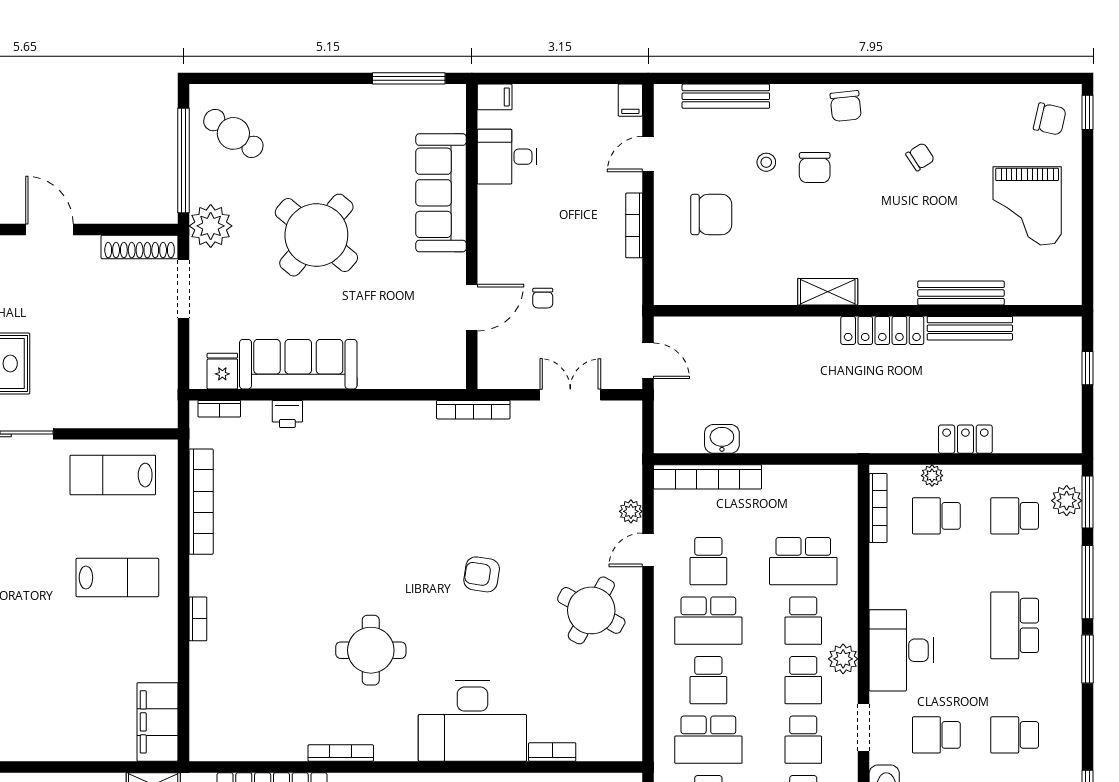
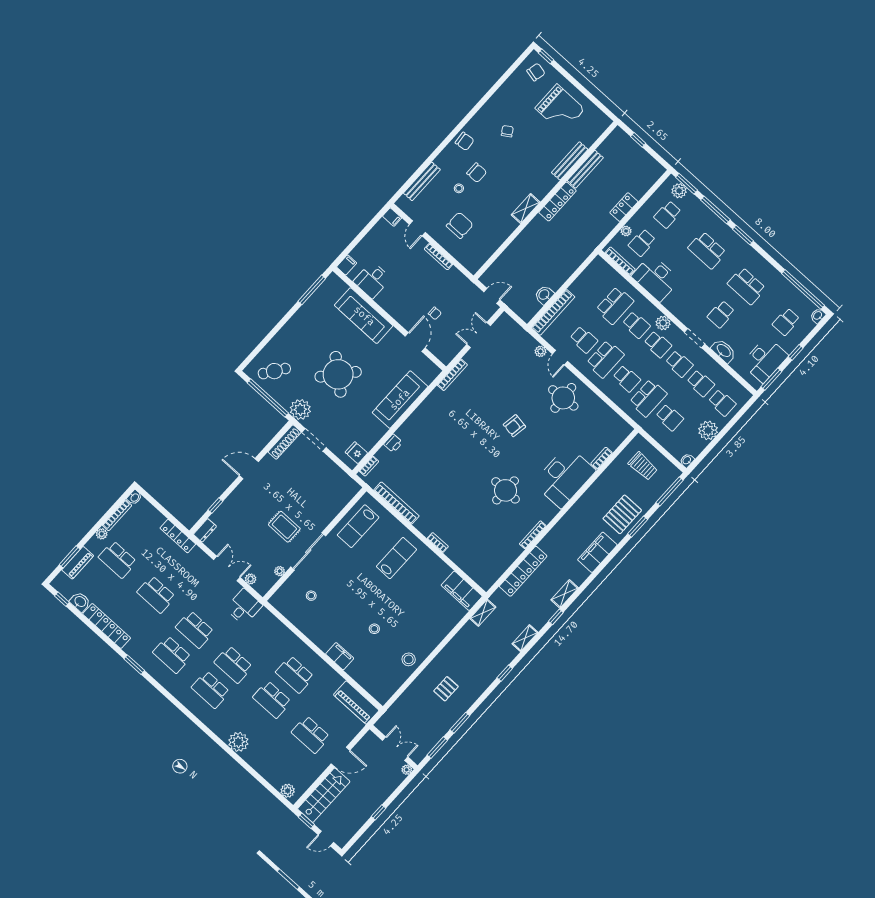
sofa: (298, 364) -> (400, 400), moved
round table: (591, 610) -> (563, 398), turned -33
desk: (901, 650) -> (656, 278), moved
school desk: (1015, 735) -> (747, 286), width x1.85

